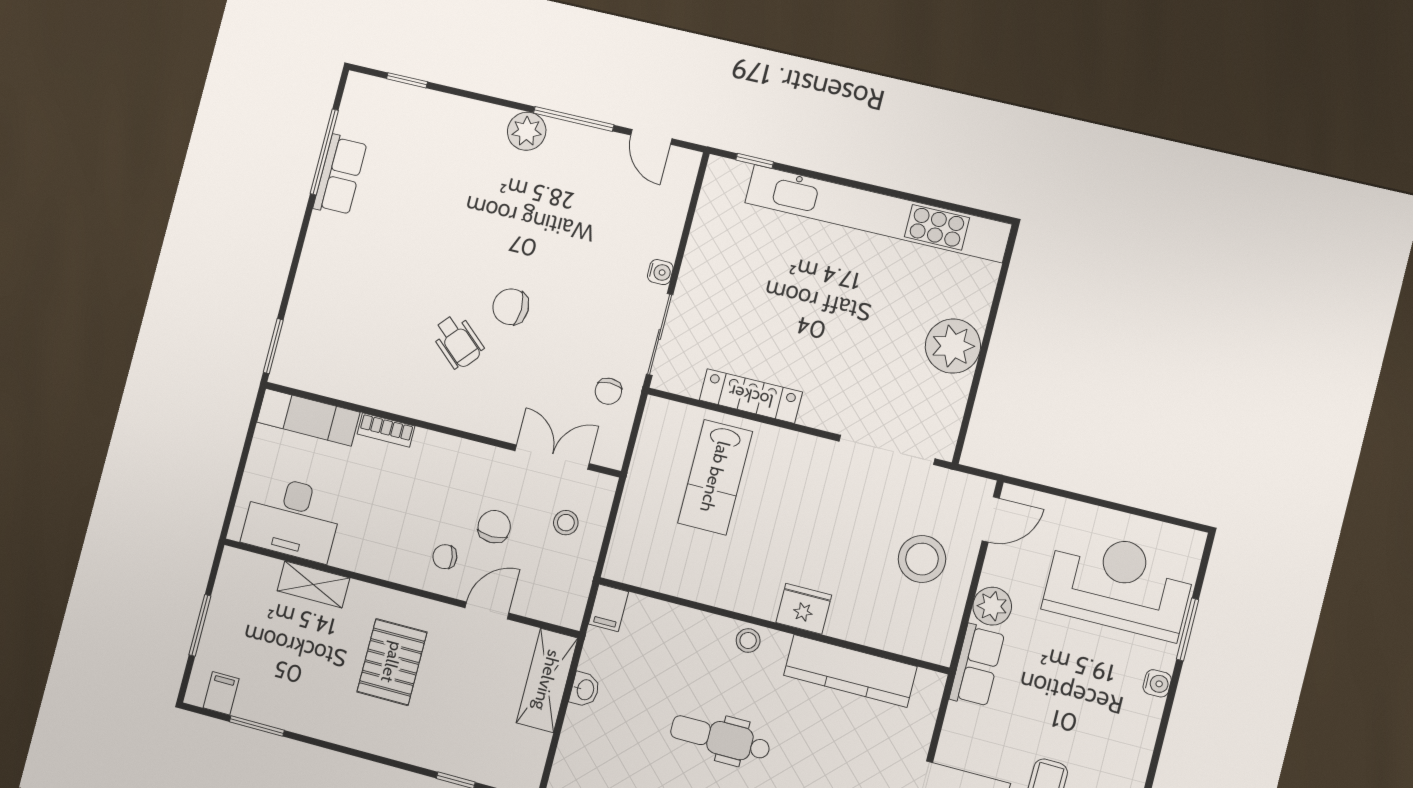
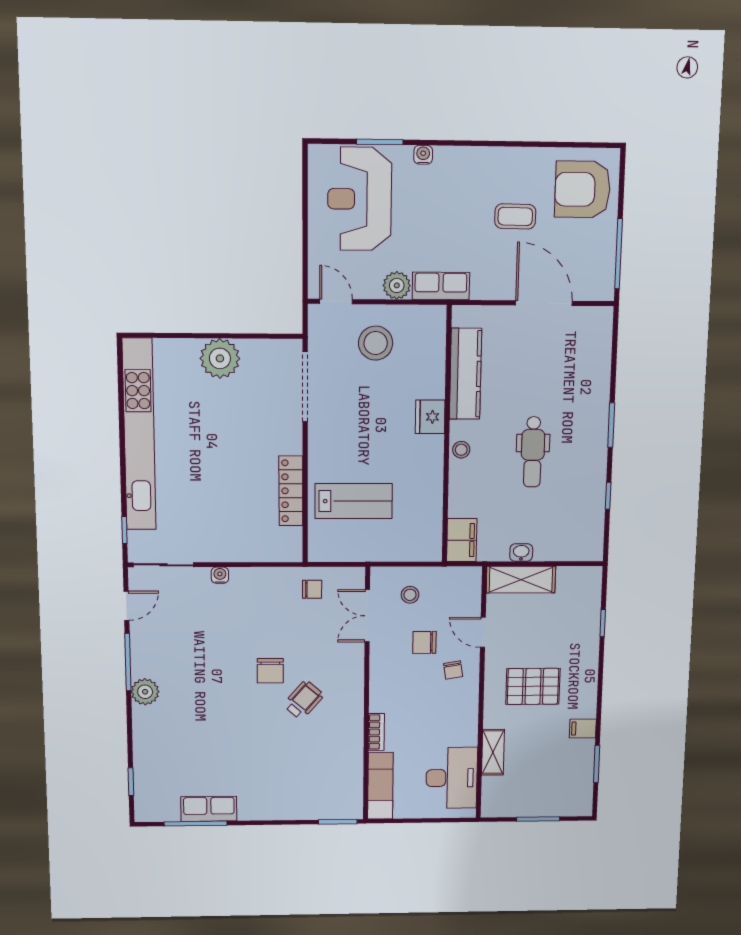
sliding door: (660, 334) -> (163, 565), moved
filing cabinet: (608, 608) -> (462, 540), width x2.00
filing cabinet: (221, 693) -> (583, 729), moved

